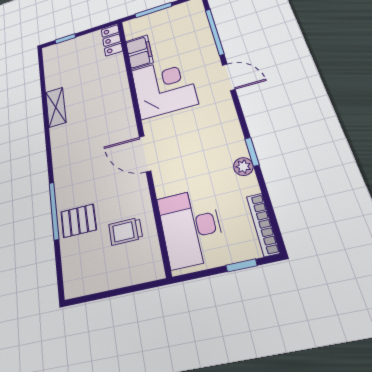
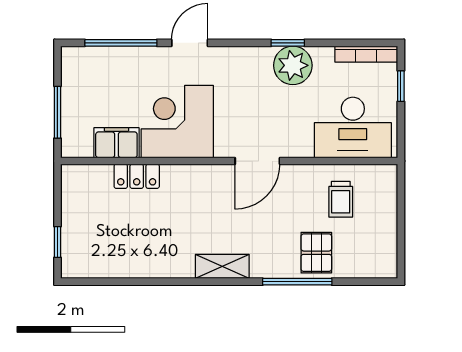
locker: (112, 40) -> (137, 176), moved
shelving: (56, 107) -> (222, 266), moved
plant: (243, 167) -> (293, 65), width x1.88, depth x1.88

